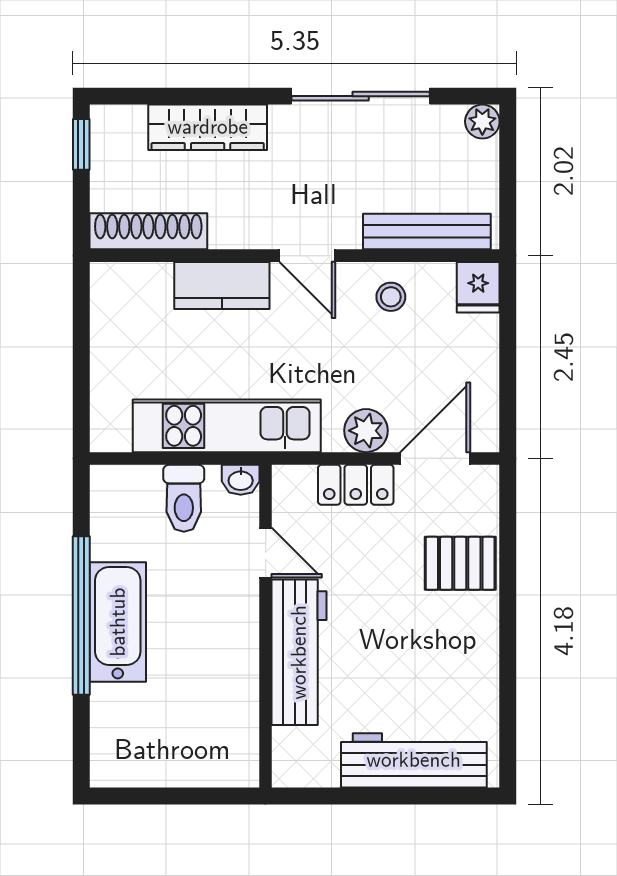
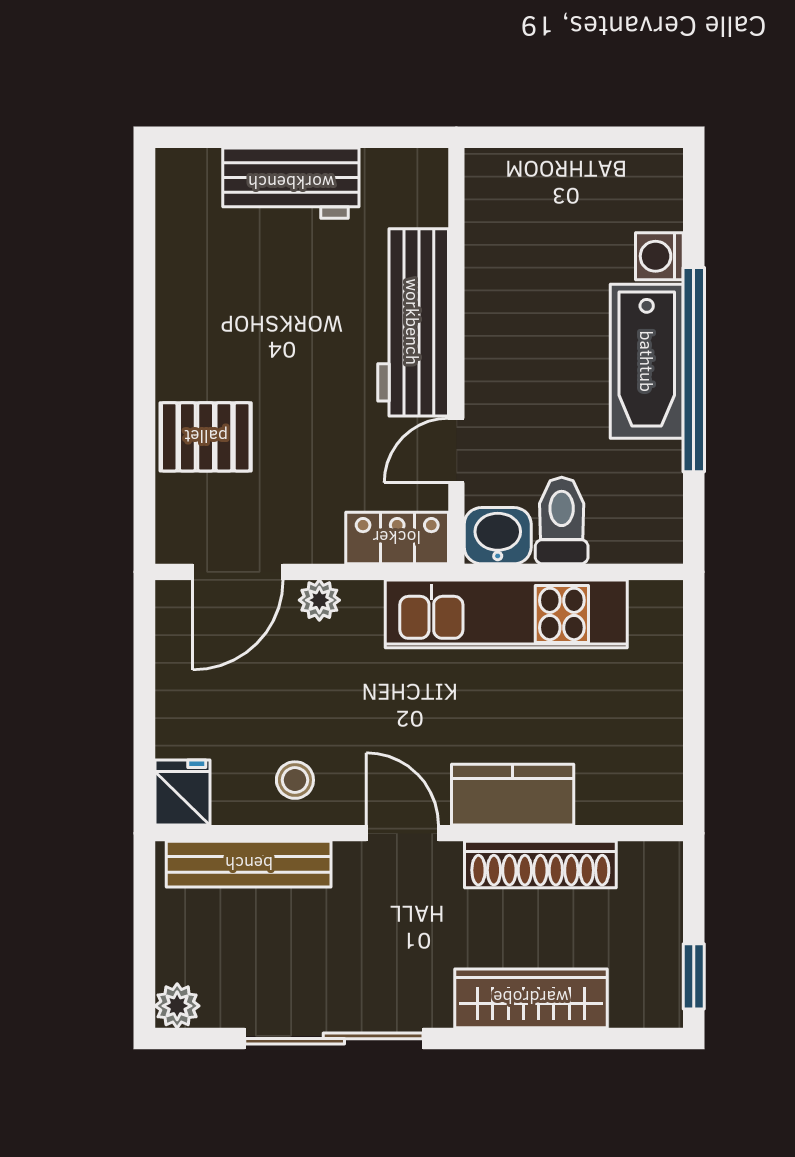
shoe rack: (148, 231) -> (540, 865), moved
plant: (366, 431) -> (319, 600), width x0.73, depth x0.73
washbasin: (241, 480) -> (498, 536), width x1.38, depth x1.45
locker: (356, 485) -> (397, 538), moved
door: (266, 553) -> (456, 451), hinge flipped
washing machine: (108, 704) -> (659, 256), added
workbench: (414, 760) -> (291, 183), width x0.73

